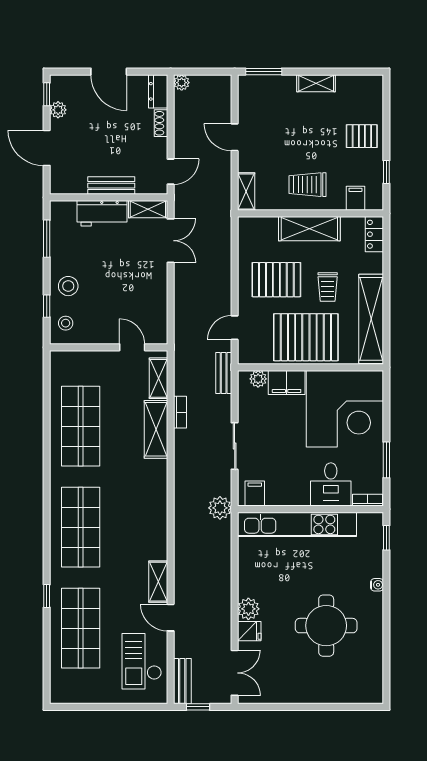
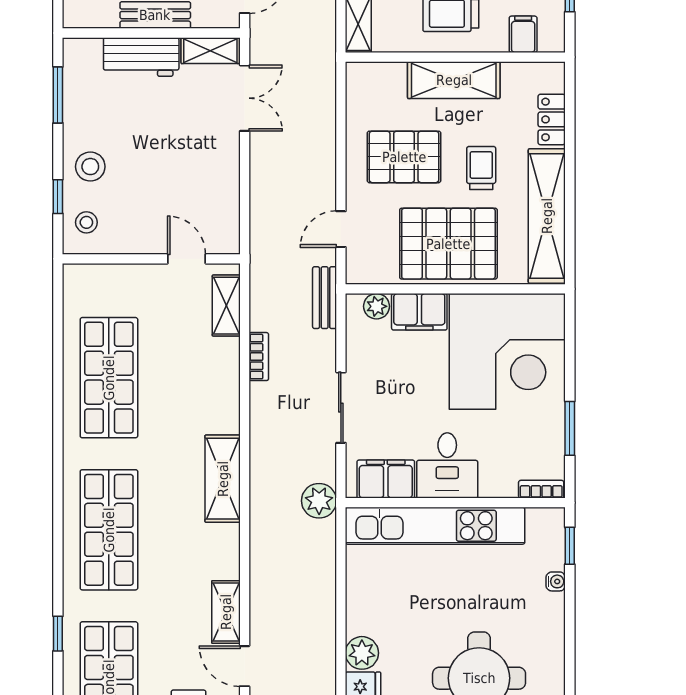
locker: (374, 234) -> (552, 119), moved
trolley: (328, 287) -> (481, 168), turned 180
shelving: (156, 429) -> (223, 479), moved
desk: (331, 484) -> (447, 465), moved
filing cabinet: (255, 493) -> (386, 479), width x2.00
water cooler: (377, 585) -> (556, 581), moved

